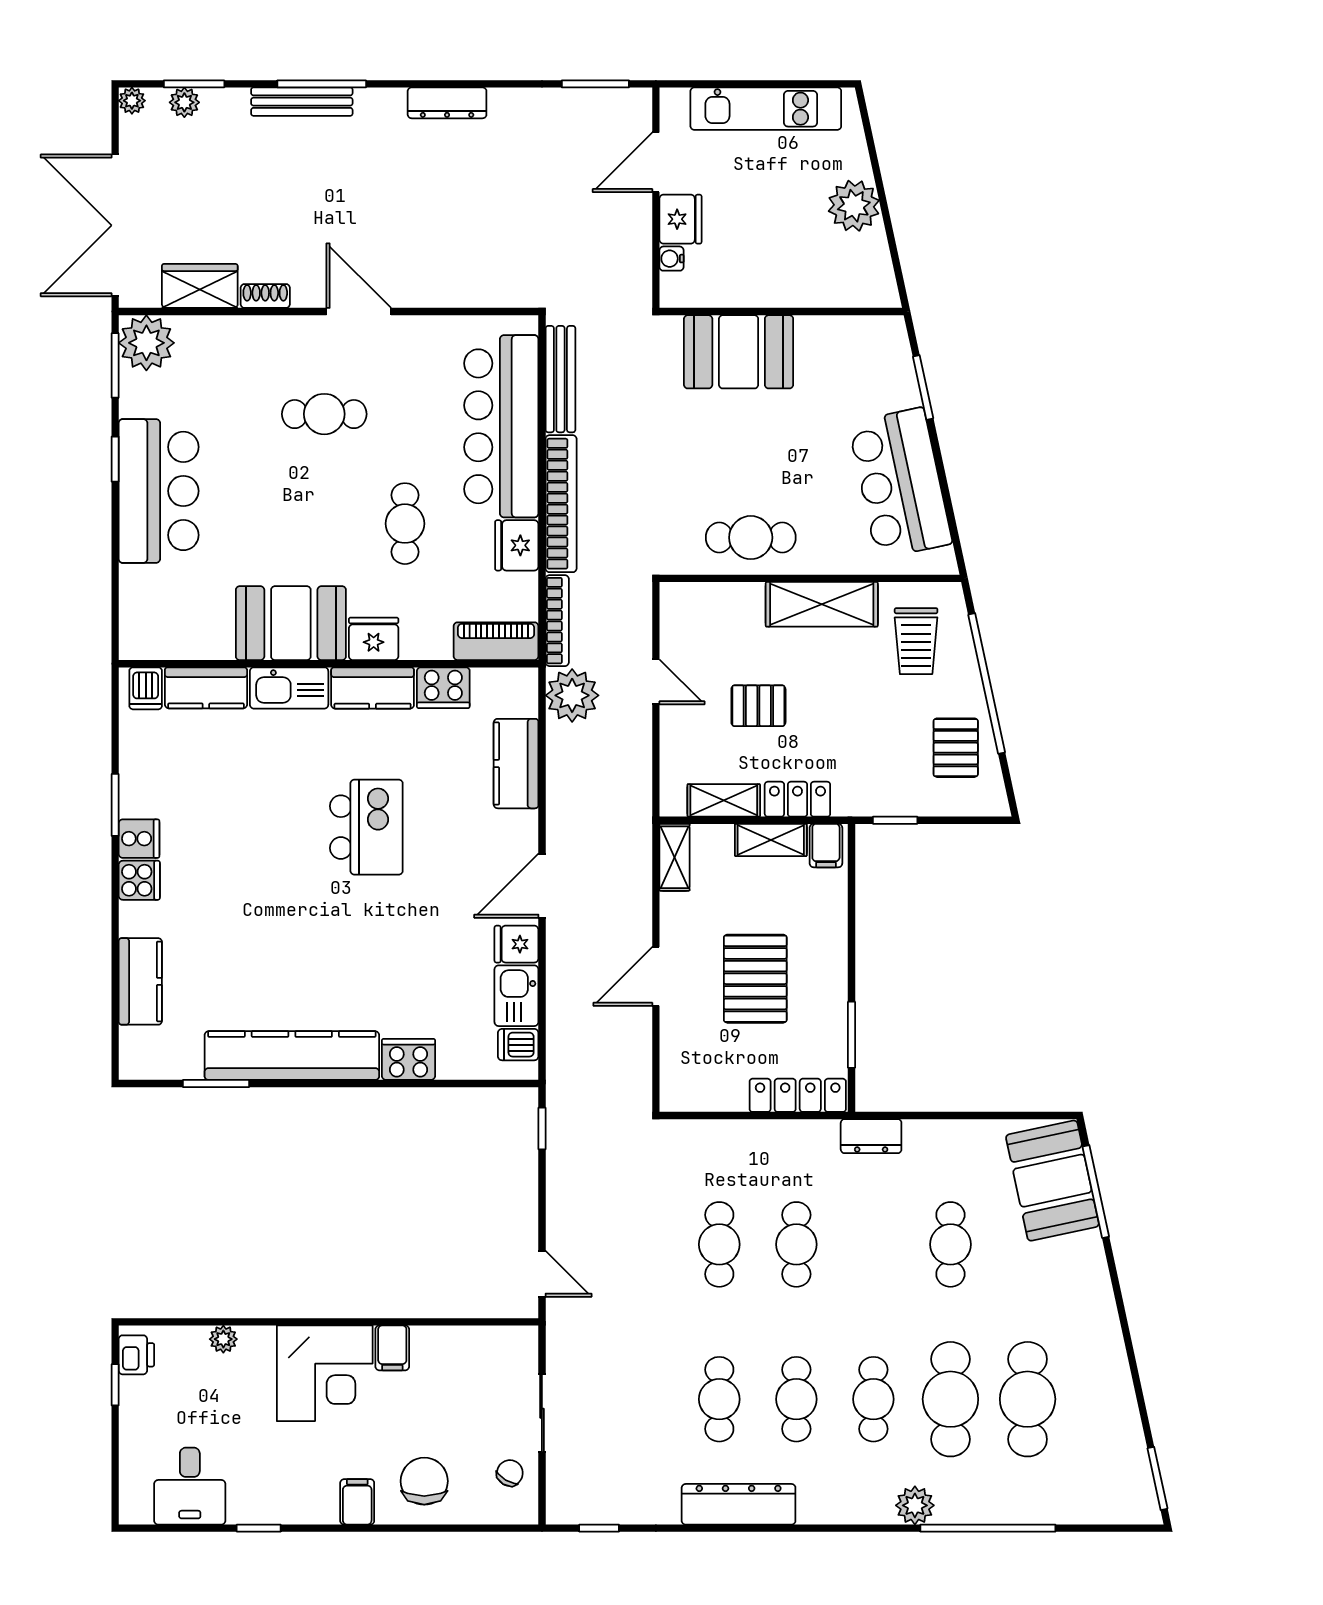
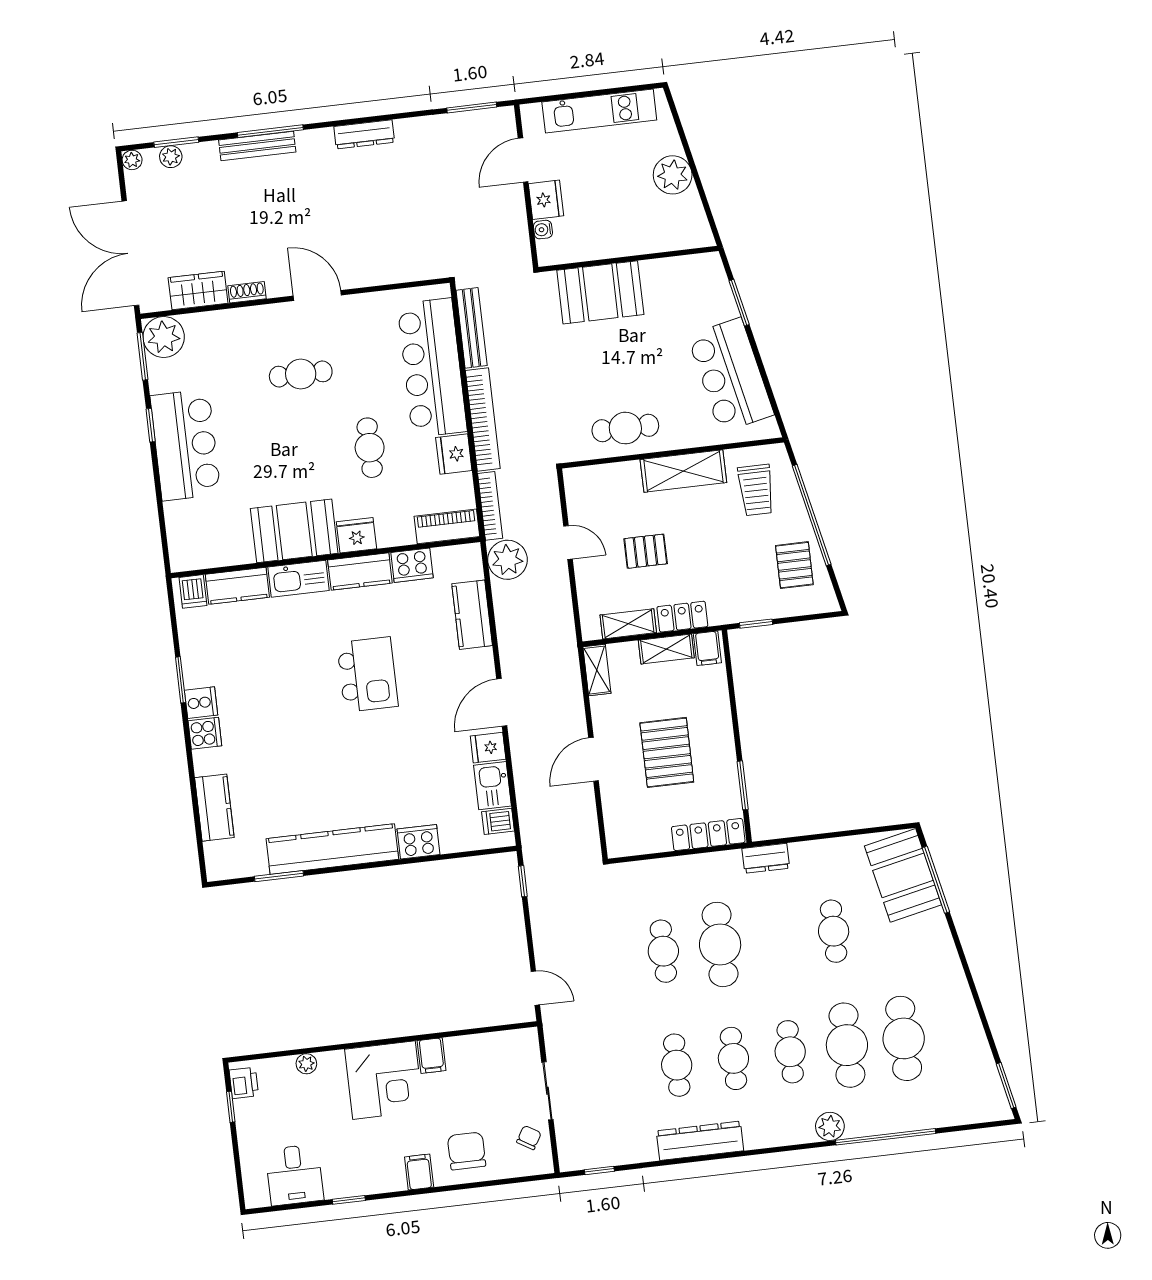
cafe table: (796, 1244) -> (720, 944), width x1.37, depth x1.35

